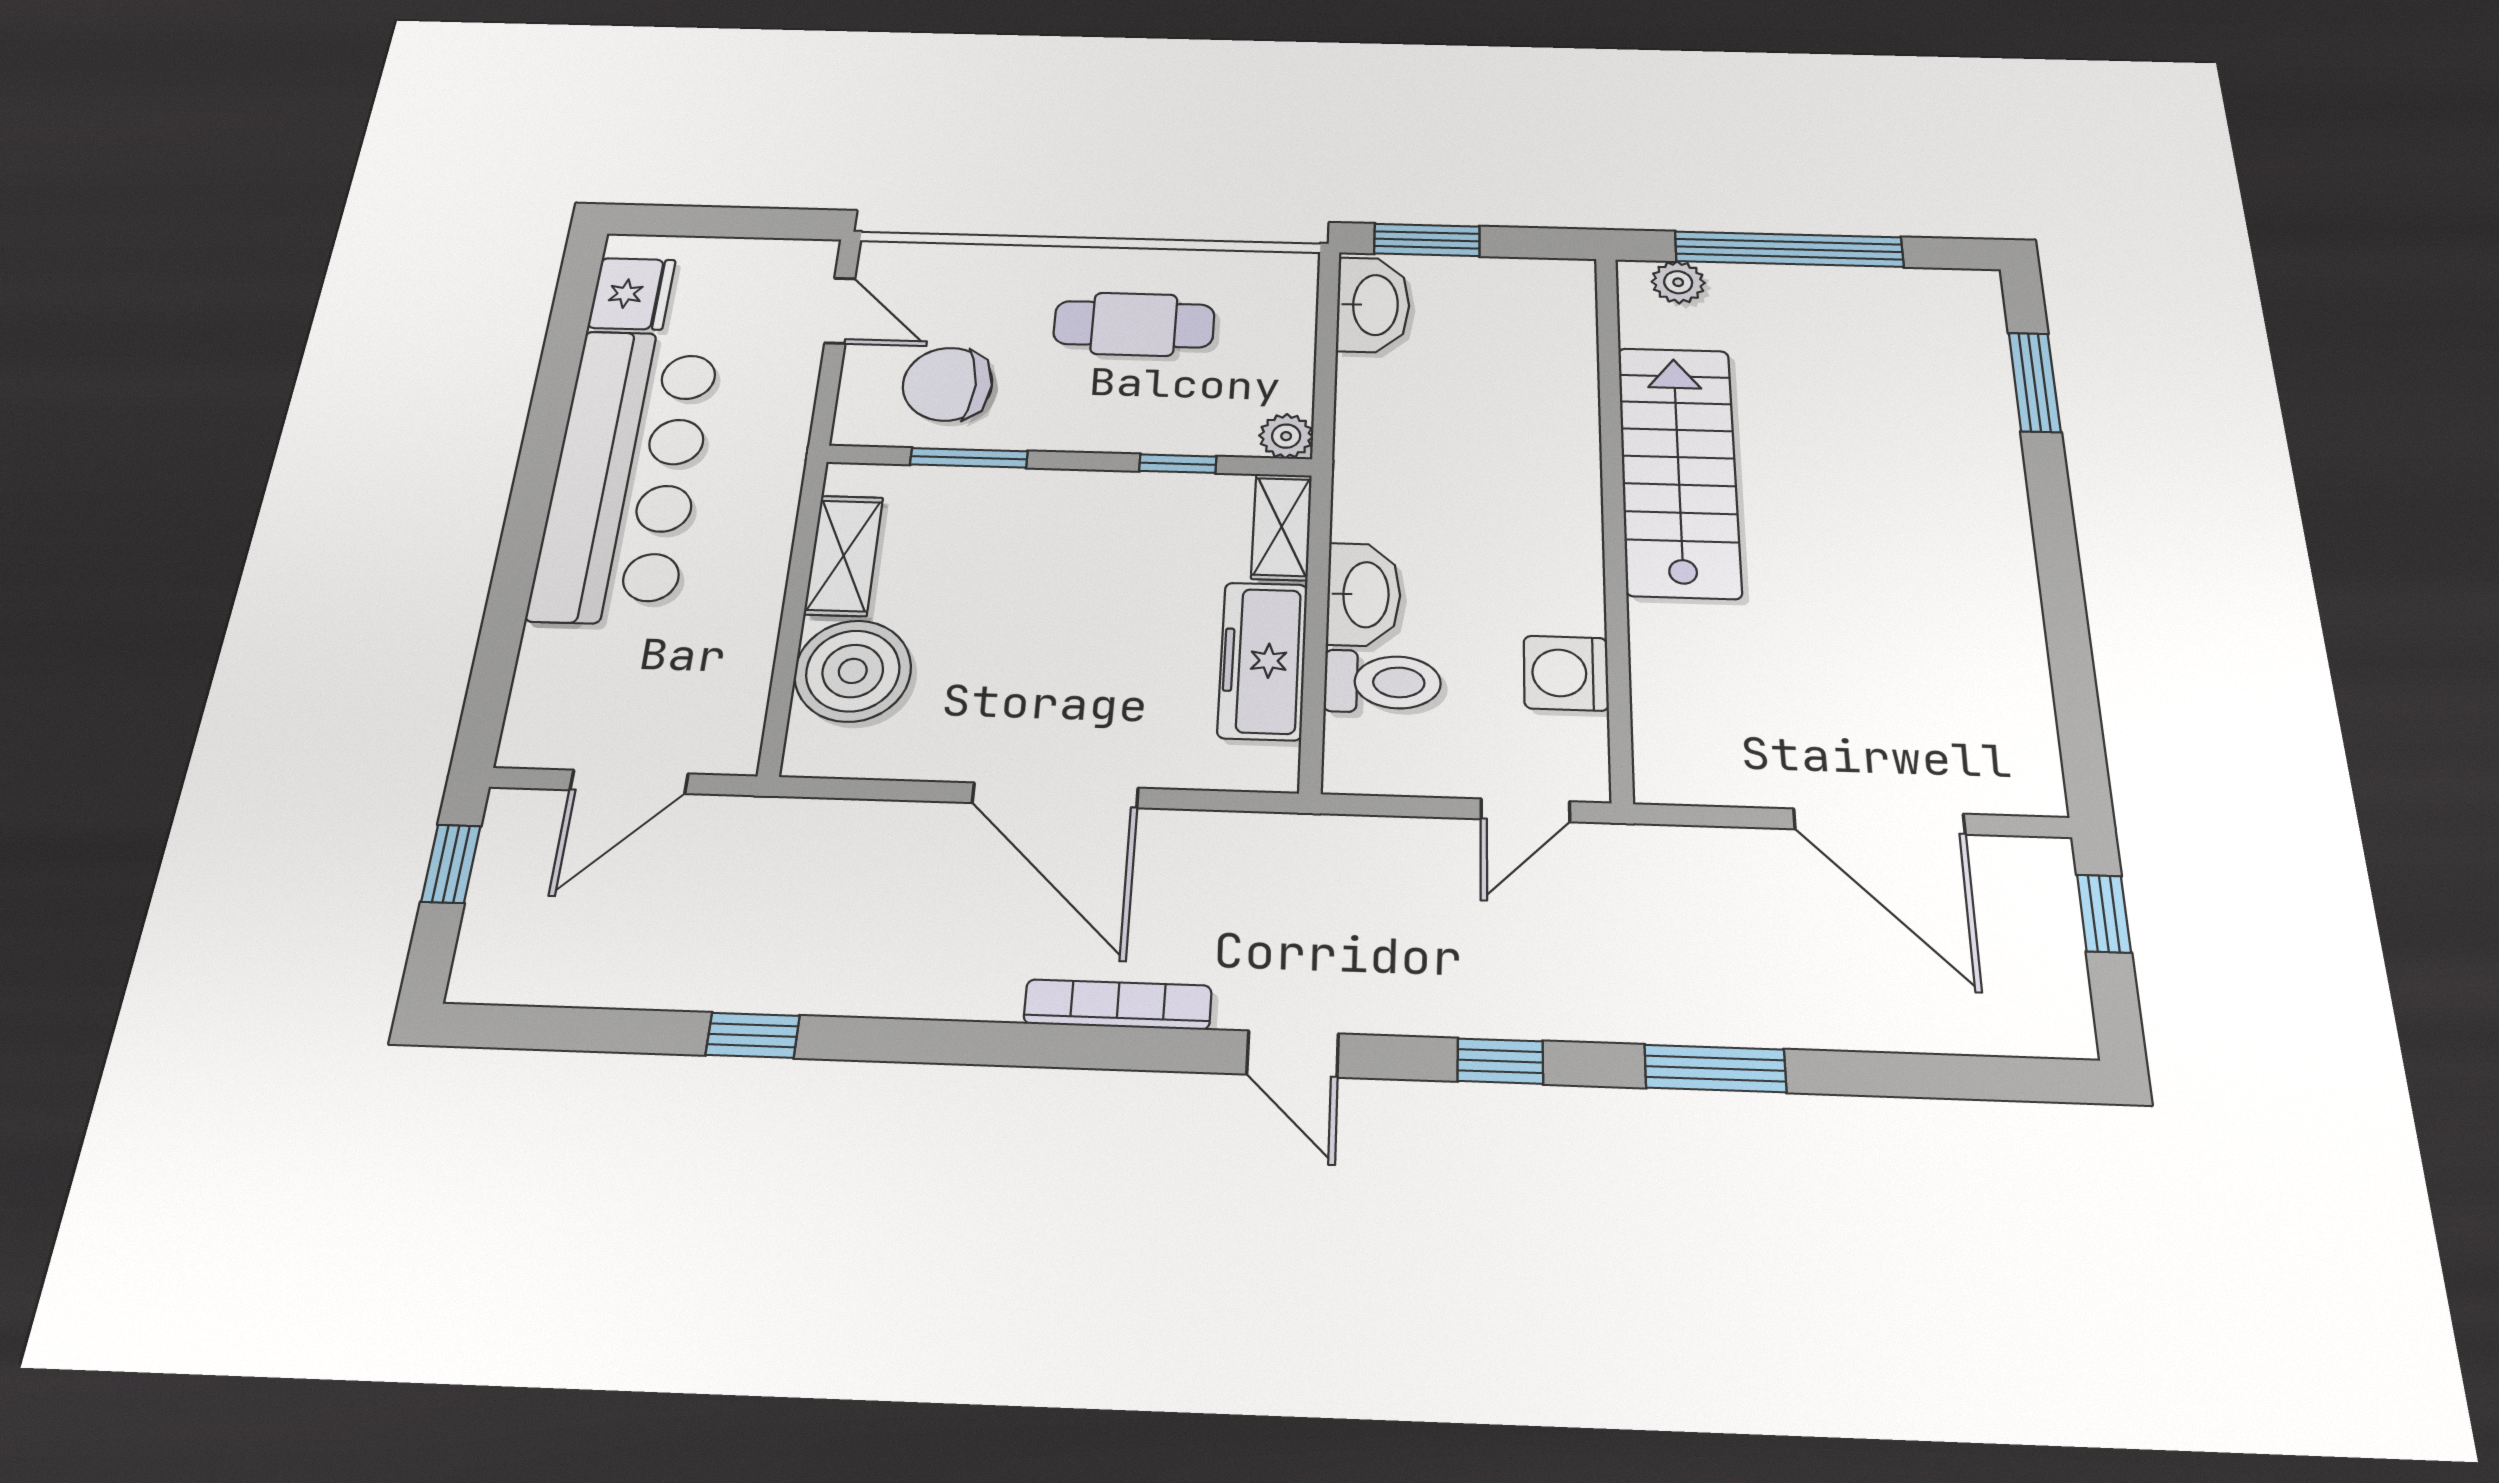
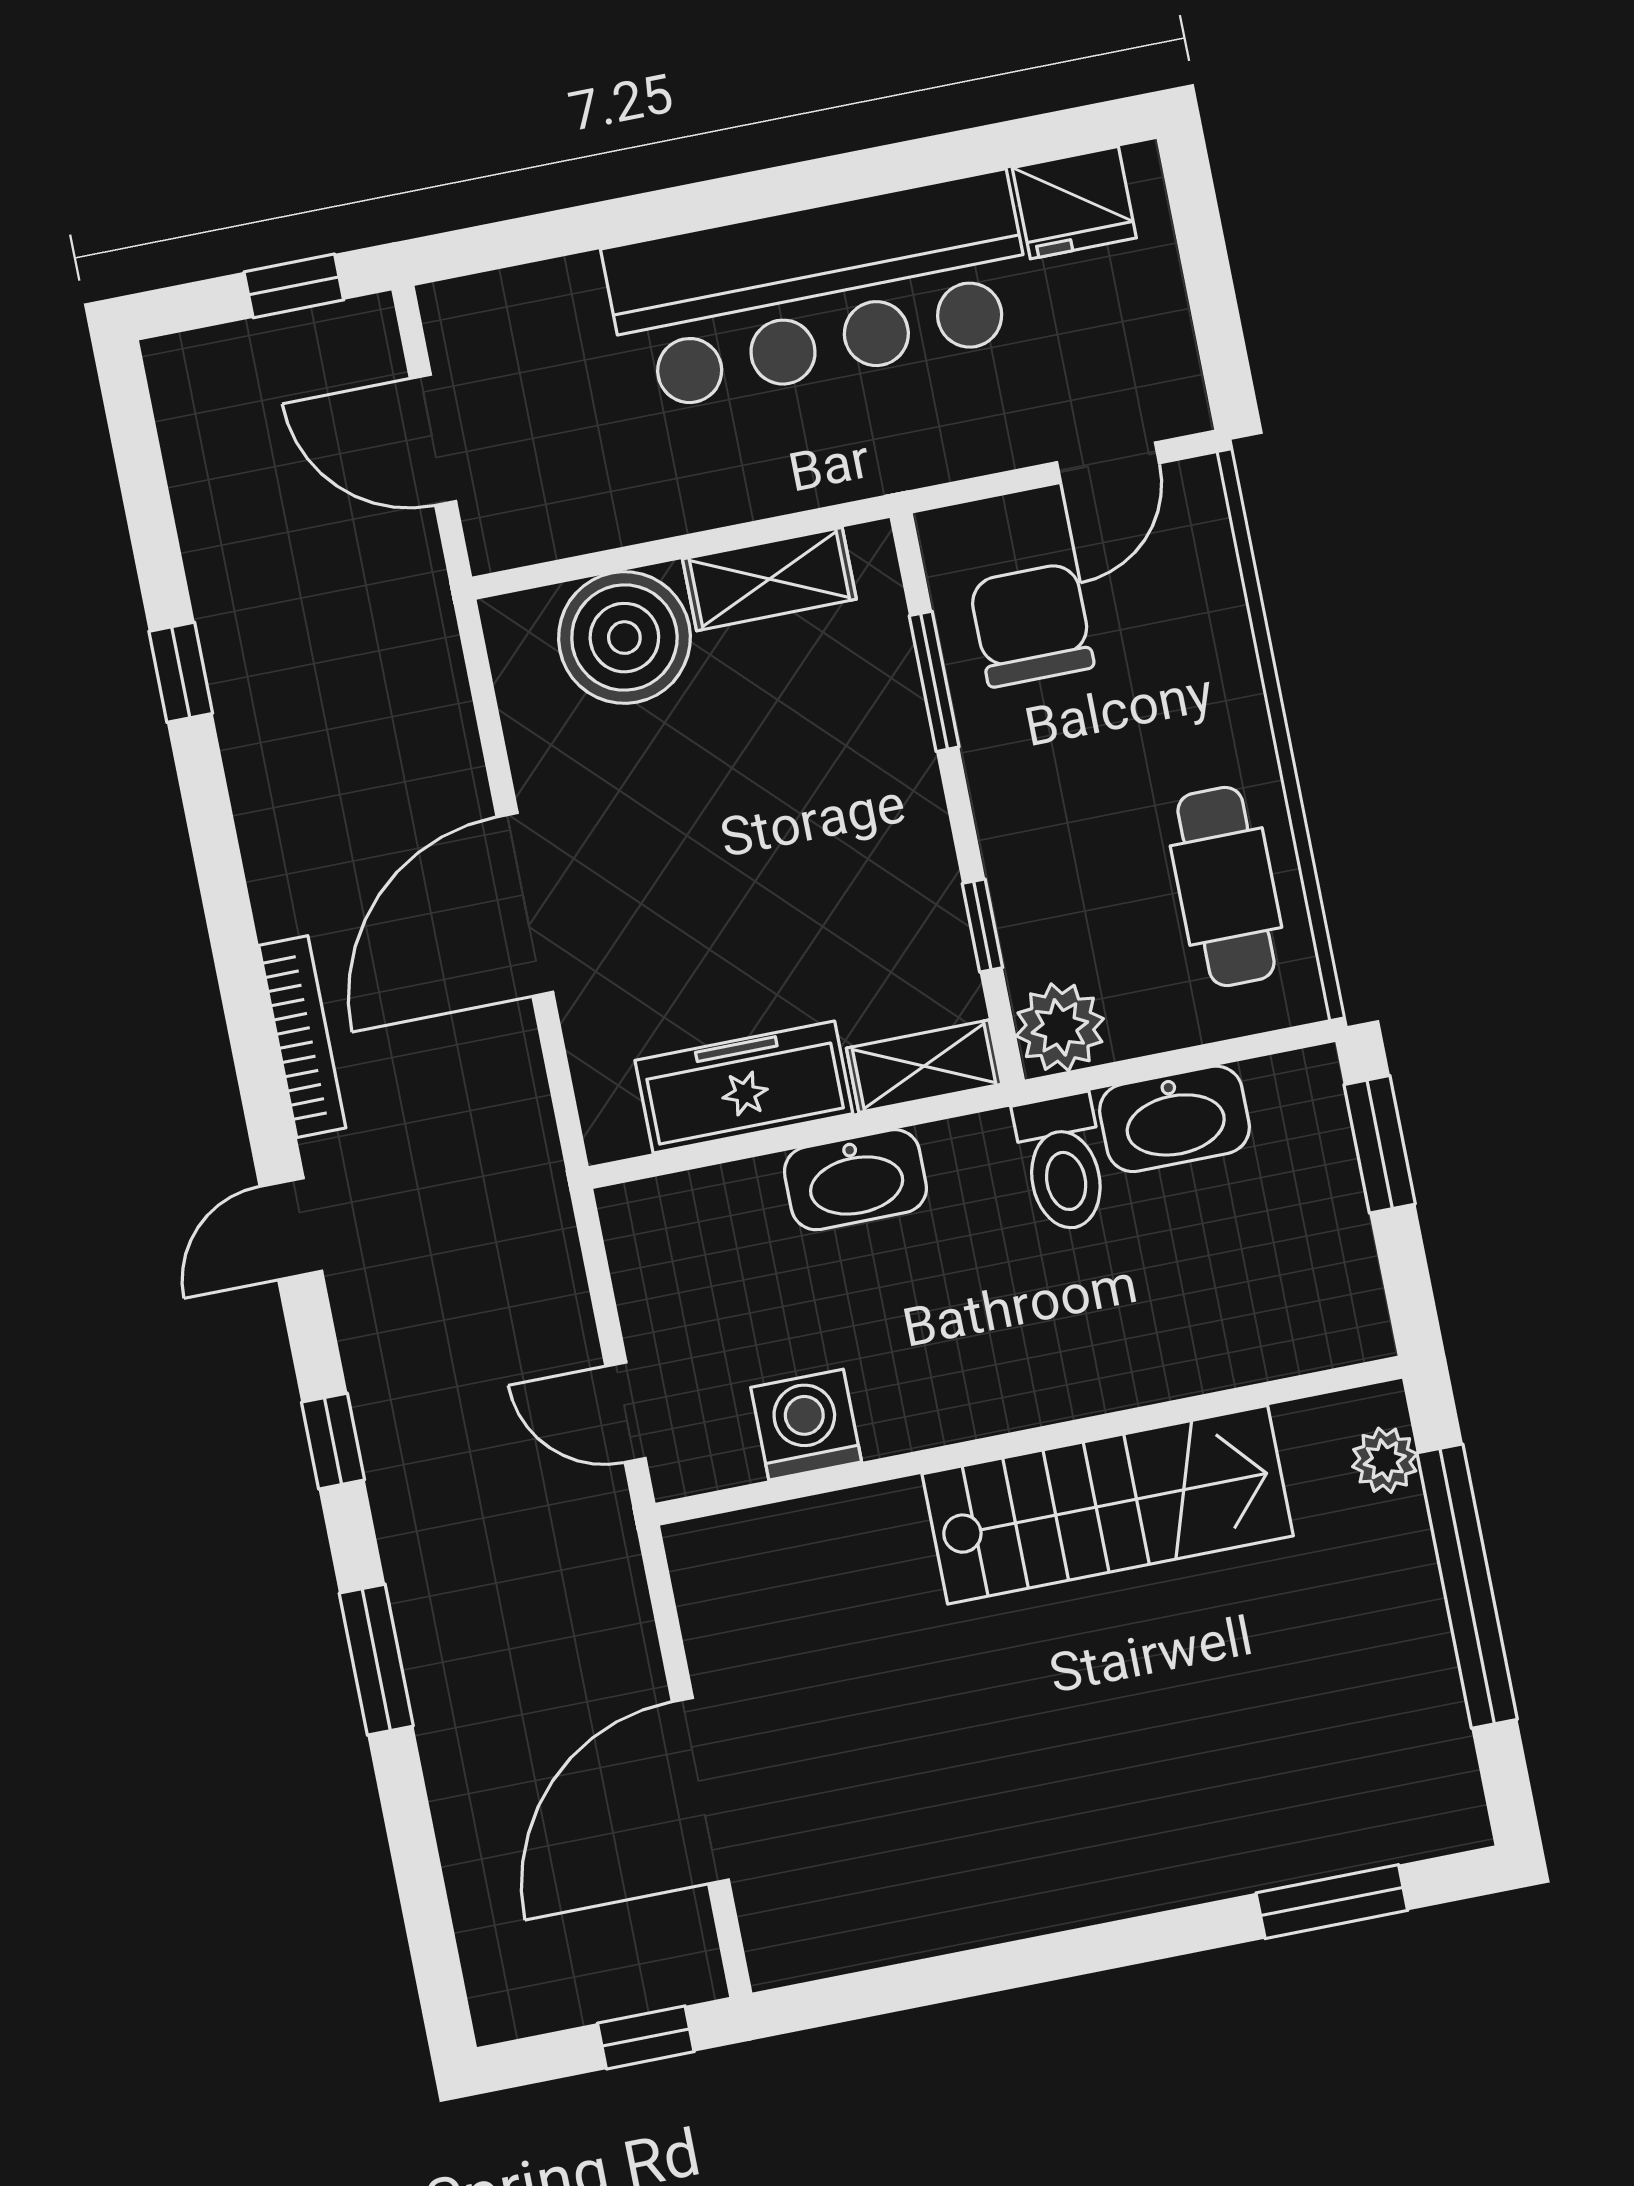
washbasin: (1373, 305) -> (1175, 1119), moved
cafe table: (1134, 324) -> (1226, 887), moved
plant: (1286, 436) -> (1060, 1027), width x1.38, depth x1.38
toilet: (1383, 682) -> (1063, 1163), moved

